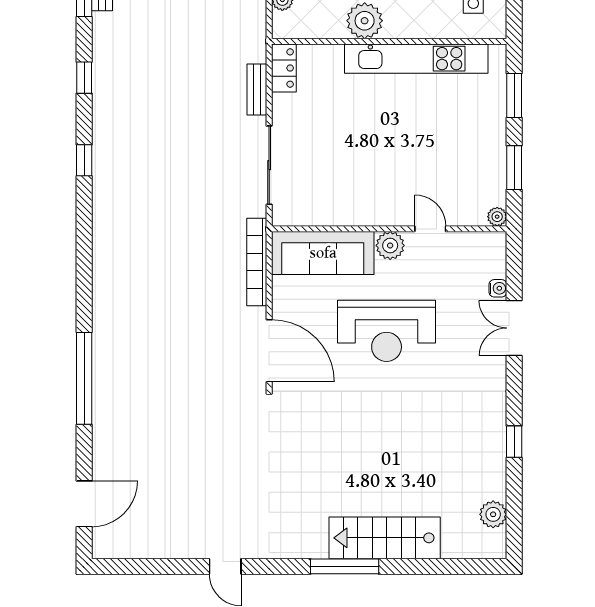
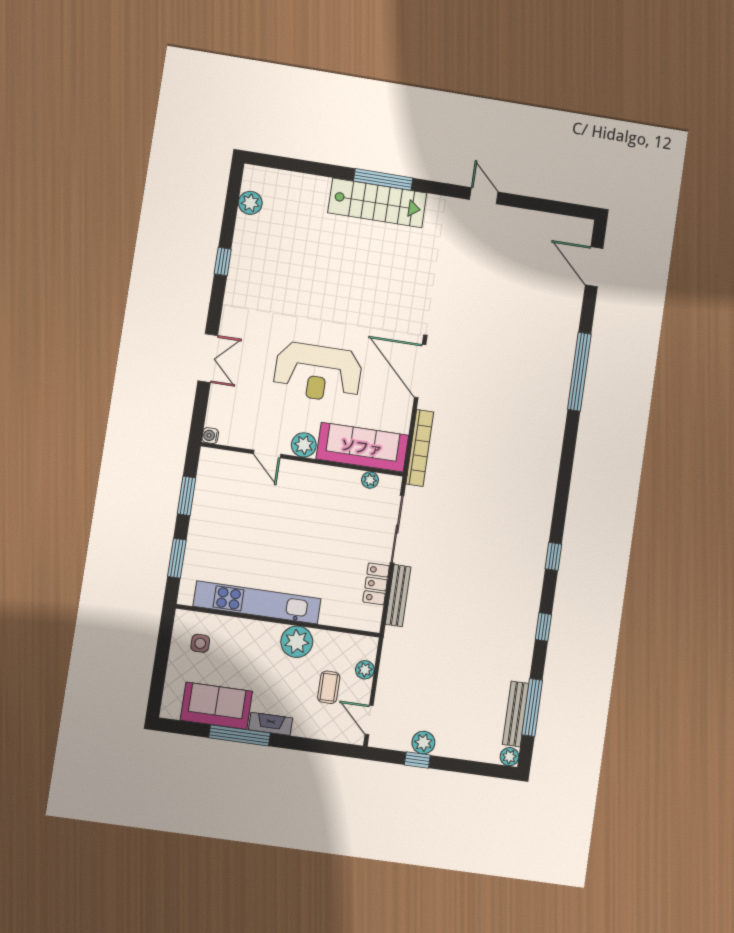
locker: (284, 68) -> (376, 584), moved
bench: (257, 89) -> (398, 596), width x1.36
plant: (497, 217) -> (370, 480), moved
water cooler: (498, 288) -> (210, 436), moved
reception desk: (387, 331) -> (318, 373), turned 180
door: (84, 504) -> (594, 267), hinge flipped
stairs: (385, 538) -> (377, 203), moved

